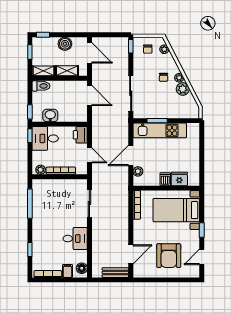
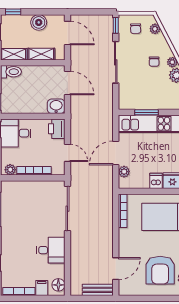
sliding door: (131, 93) -> (116, 62), moved
washbasin: (50, 115) -> (56, 106), moved
sliding door: (89, 203) -> (67, 209), width x1.37

